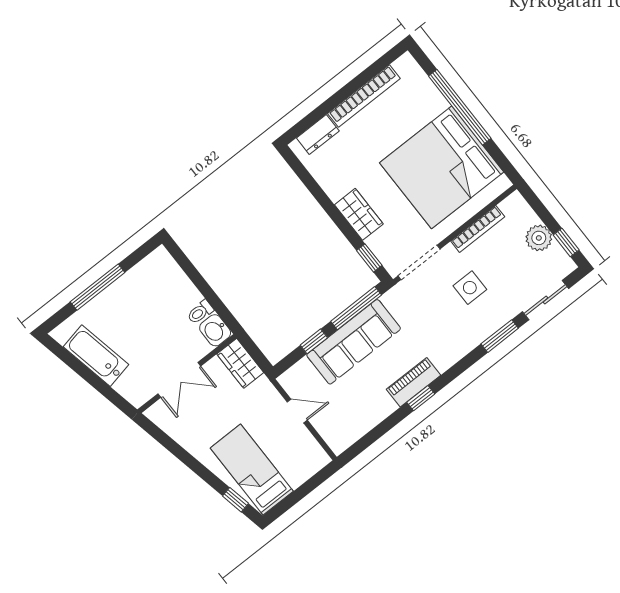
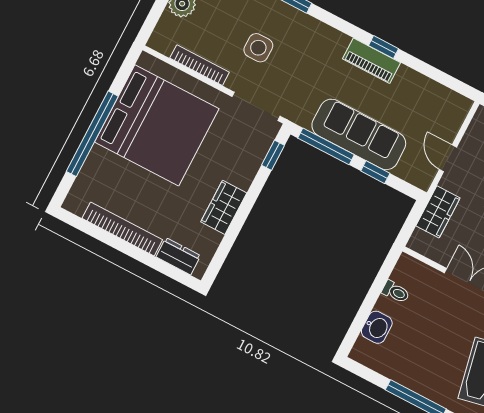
wardrobe: (359, 214) -> (224, 207), moved
washbasin: (215, 330) -> (377, 327), moved
wardrobe: (240, 363) -> (438, 212), moved

